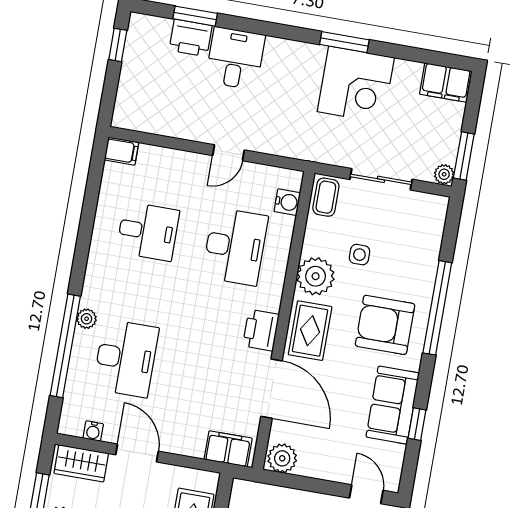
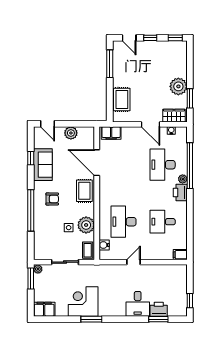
plant: (316, 276) -> (86, 225), moved
armchair: (385, 325) -> (52, 199), width x0.53, depth x0.53
printer: (261, 330) -> (180, 192), moved, turned 180
plant: (282, 458) -> (71, 133), moved

